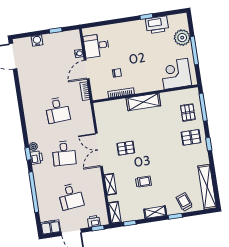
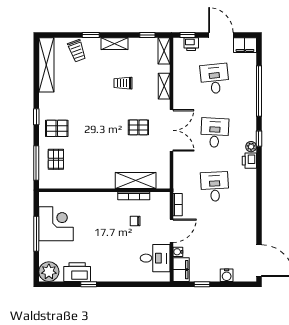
plant: (182, 38) -> (49, 272), moved
filing cabinet: (74, 40) -> (181, 270), added
corner desk: (176, 74) -> (56, 224), moved, turned -90
shelving: (143, 102) -> (136, 180), moved
printer: (36, 157) -> (249, 161), moved

